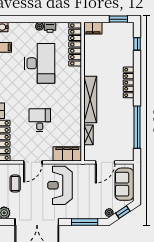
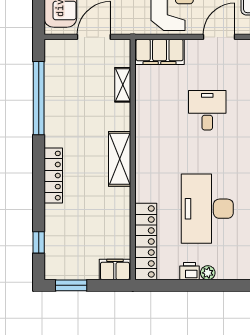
shelving: (90, 100) -> (120, 159), width x0.68
desk: (40, 120) -> (207, 110), turned 180

